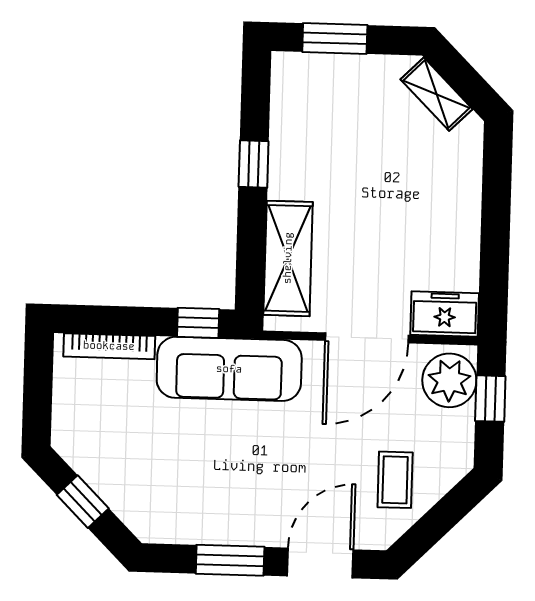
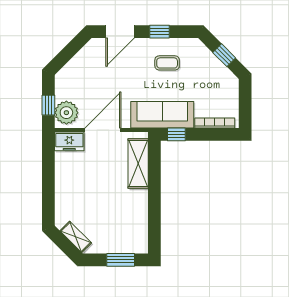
window: (254, 164) -> (154, 204), removed
coffee table: (395, 480) -> (167, 63), moved, turned 90
window: (230, 560) -> (159, 32), width x0.67

